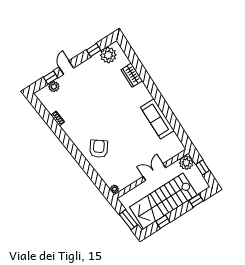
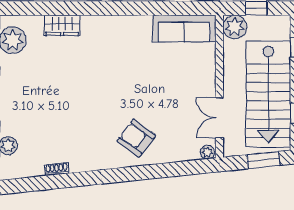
sofa: (157, 119) -> (184, 29), moved
double door: (154, 172) -> (219, 118), moved

